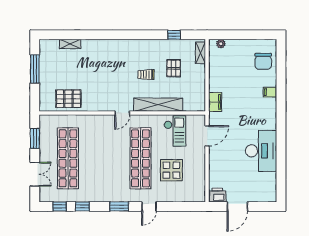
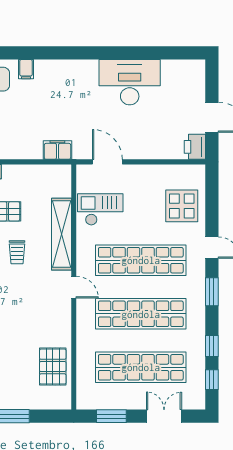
filing cabinet: (270, 92) -> (26, 69), moved
shop shelf: (104, 158) -> (141, 314), added
display table: (171, 170) -> (182, 206), moved

